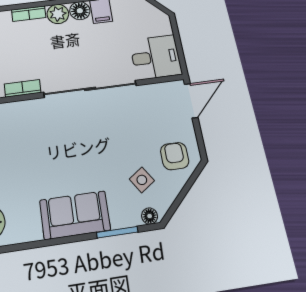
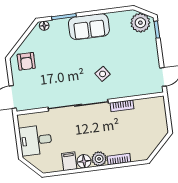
desk: (156, 57) -> (36, 140), moved
side table: (142, 180) -> (103, 74), moved

